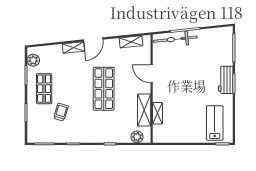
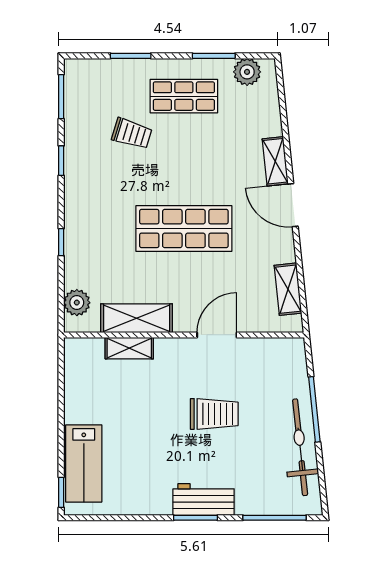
bicycle: (175, 39) -> (300, 447), moved
trolley: (187, 75) -> (214, 414), added
lab bench: (215, 123) -> (84, 463), moved, turned 90

